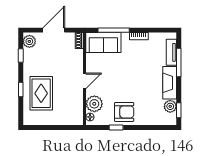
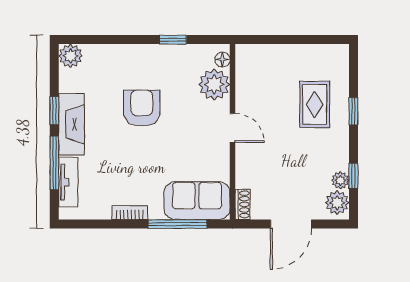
plant: (28, 53) -> (340, 180), added
door: (85, 81) -> (233, 128), swing flipped
rug: (41, 93) -> (315, 104), width x0.73, depth x0.70
plant: (170, 106) -> (71, 56), moved
window: (179, 110) -> (54, 111), moved
armchair: (124, 112) -> (142, 108), moved, turned 90

